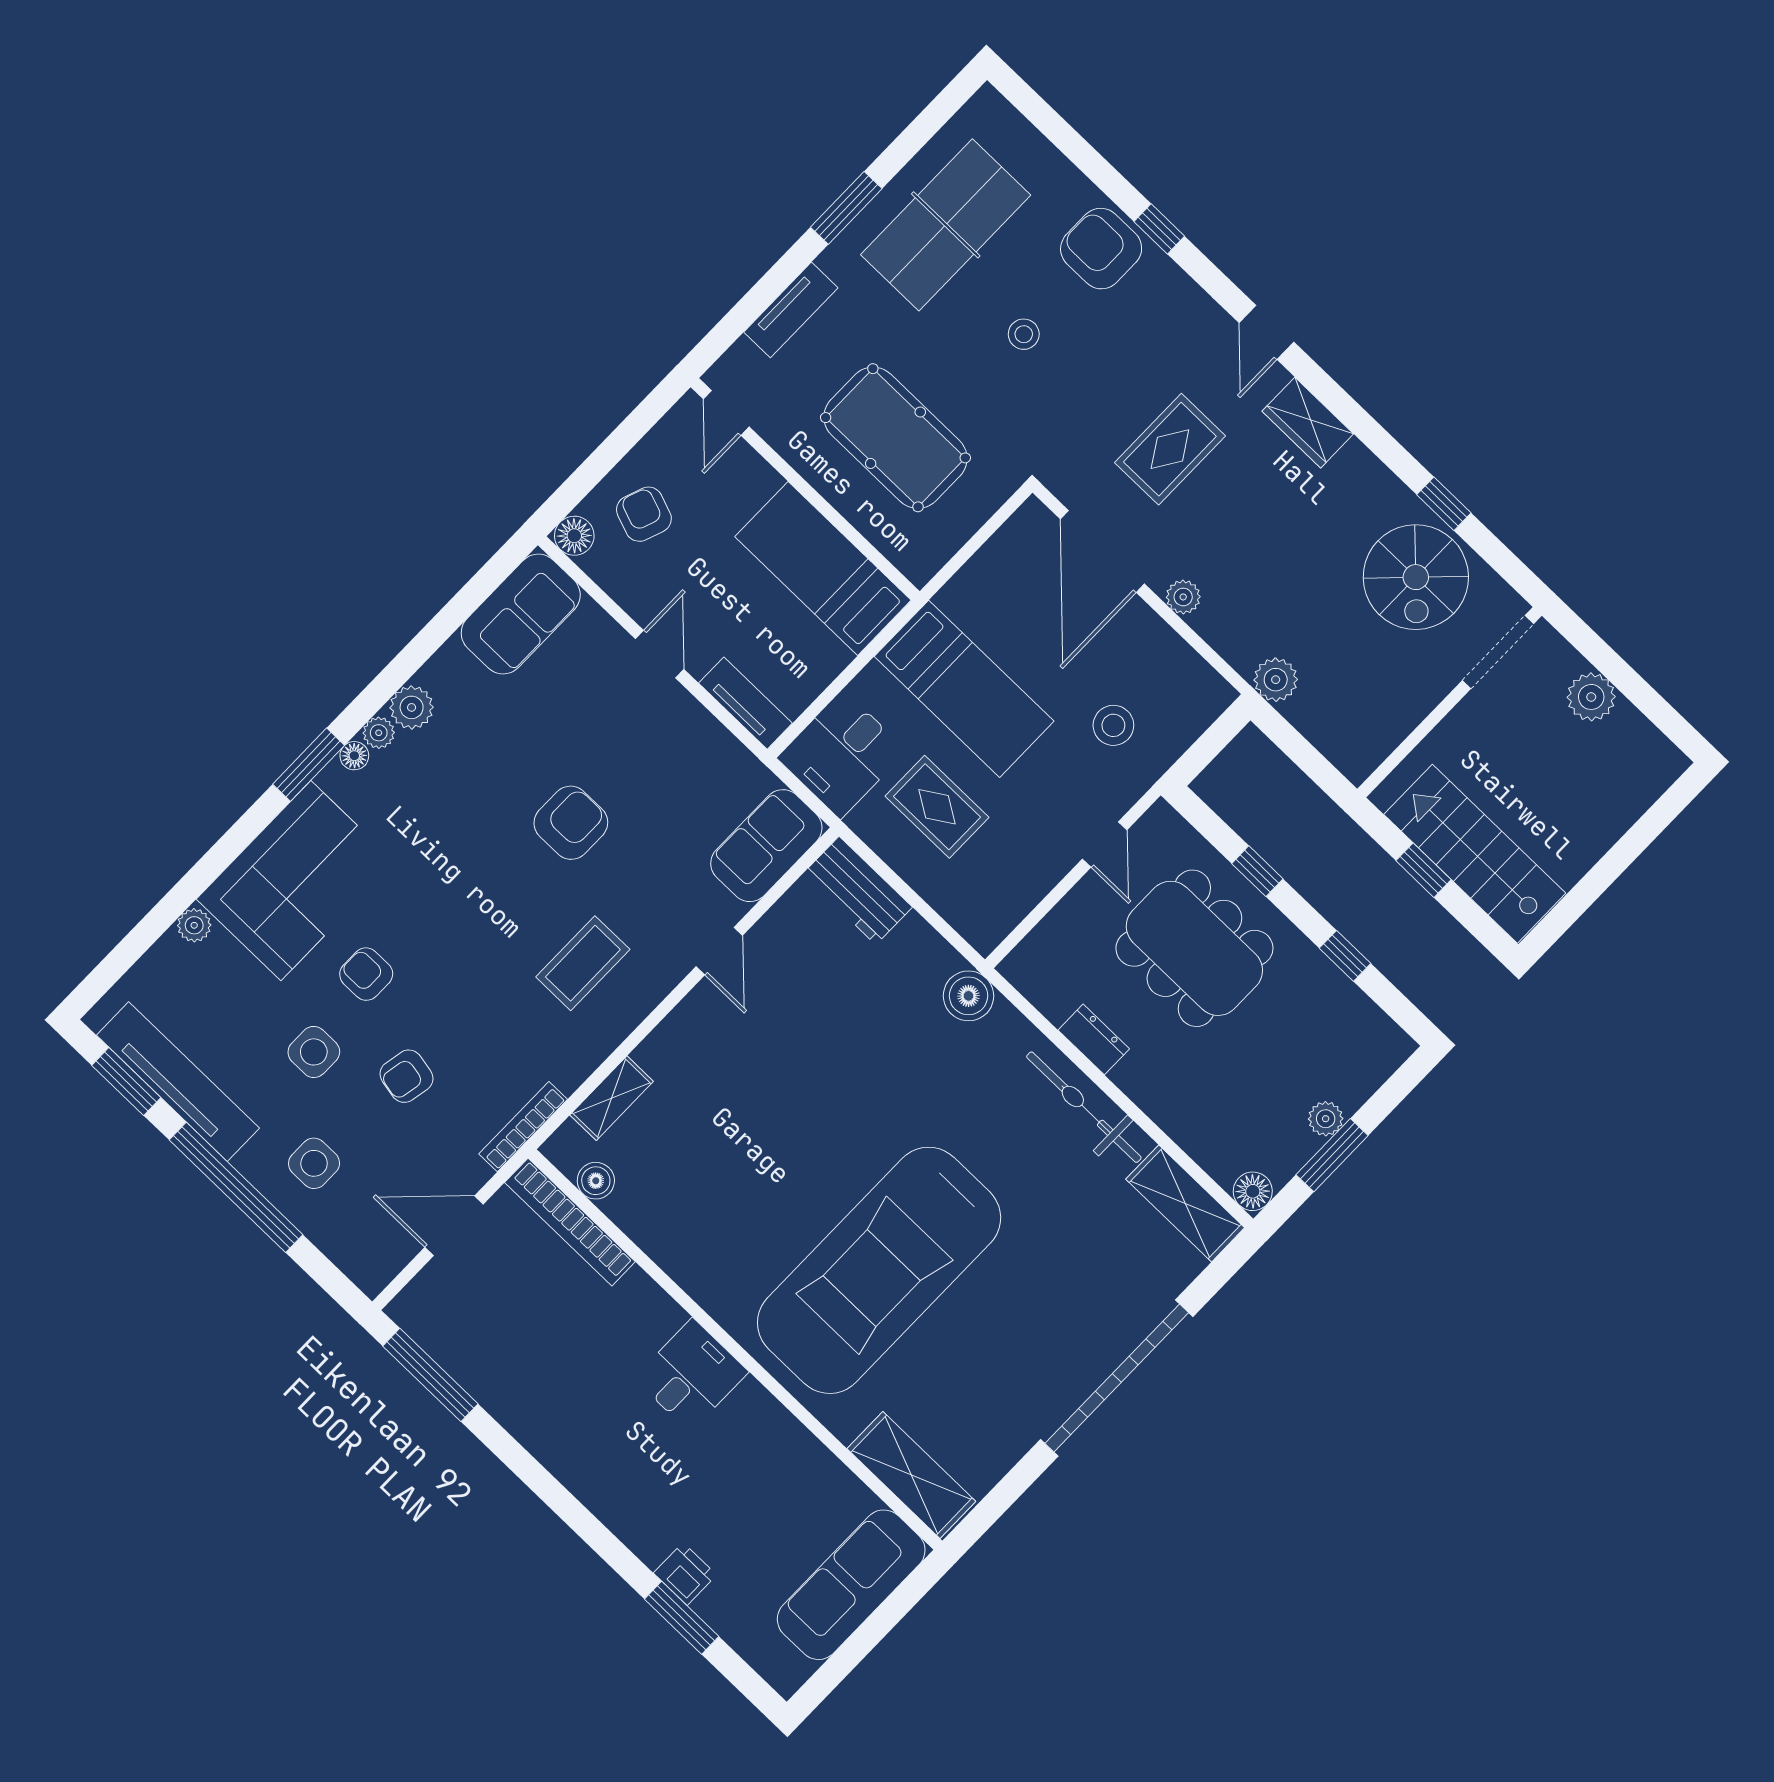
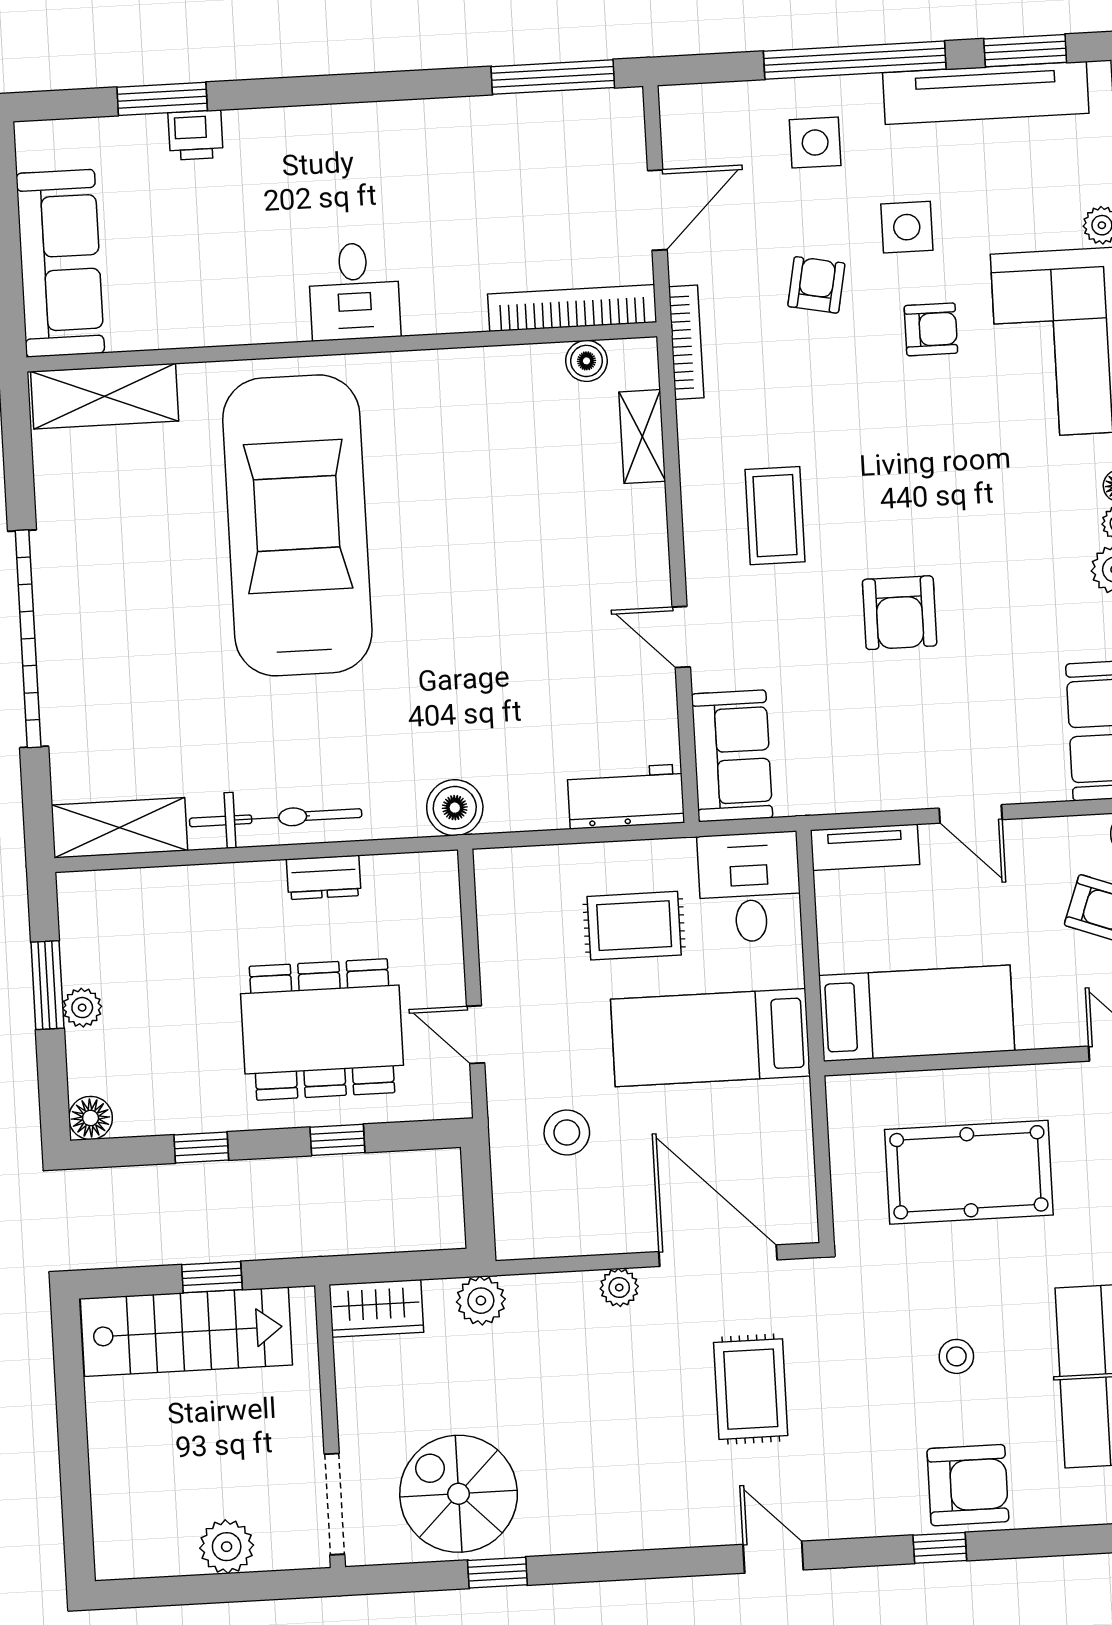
wardrobe: (1308, 423) -> (376, 1308), moved, turned 180
floor lamp: (1253, 1191) -> (91, 1118), moved

